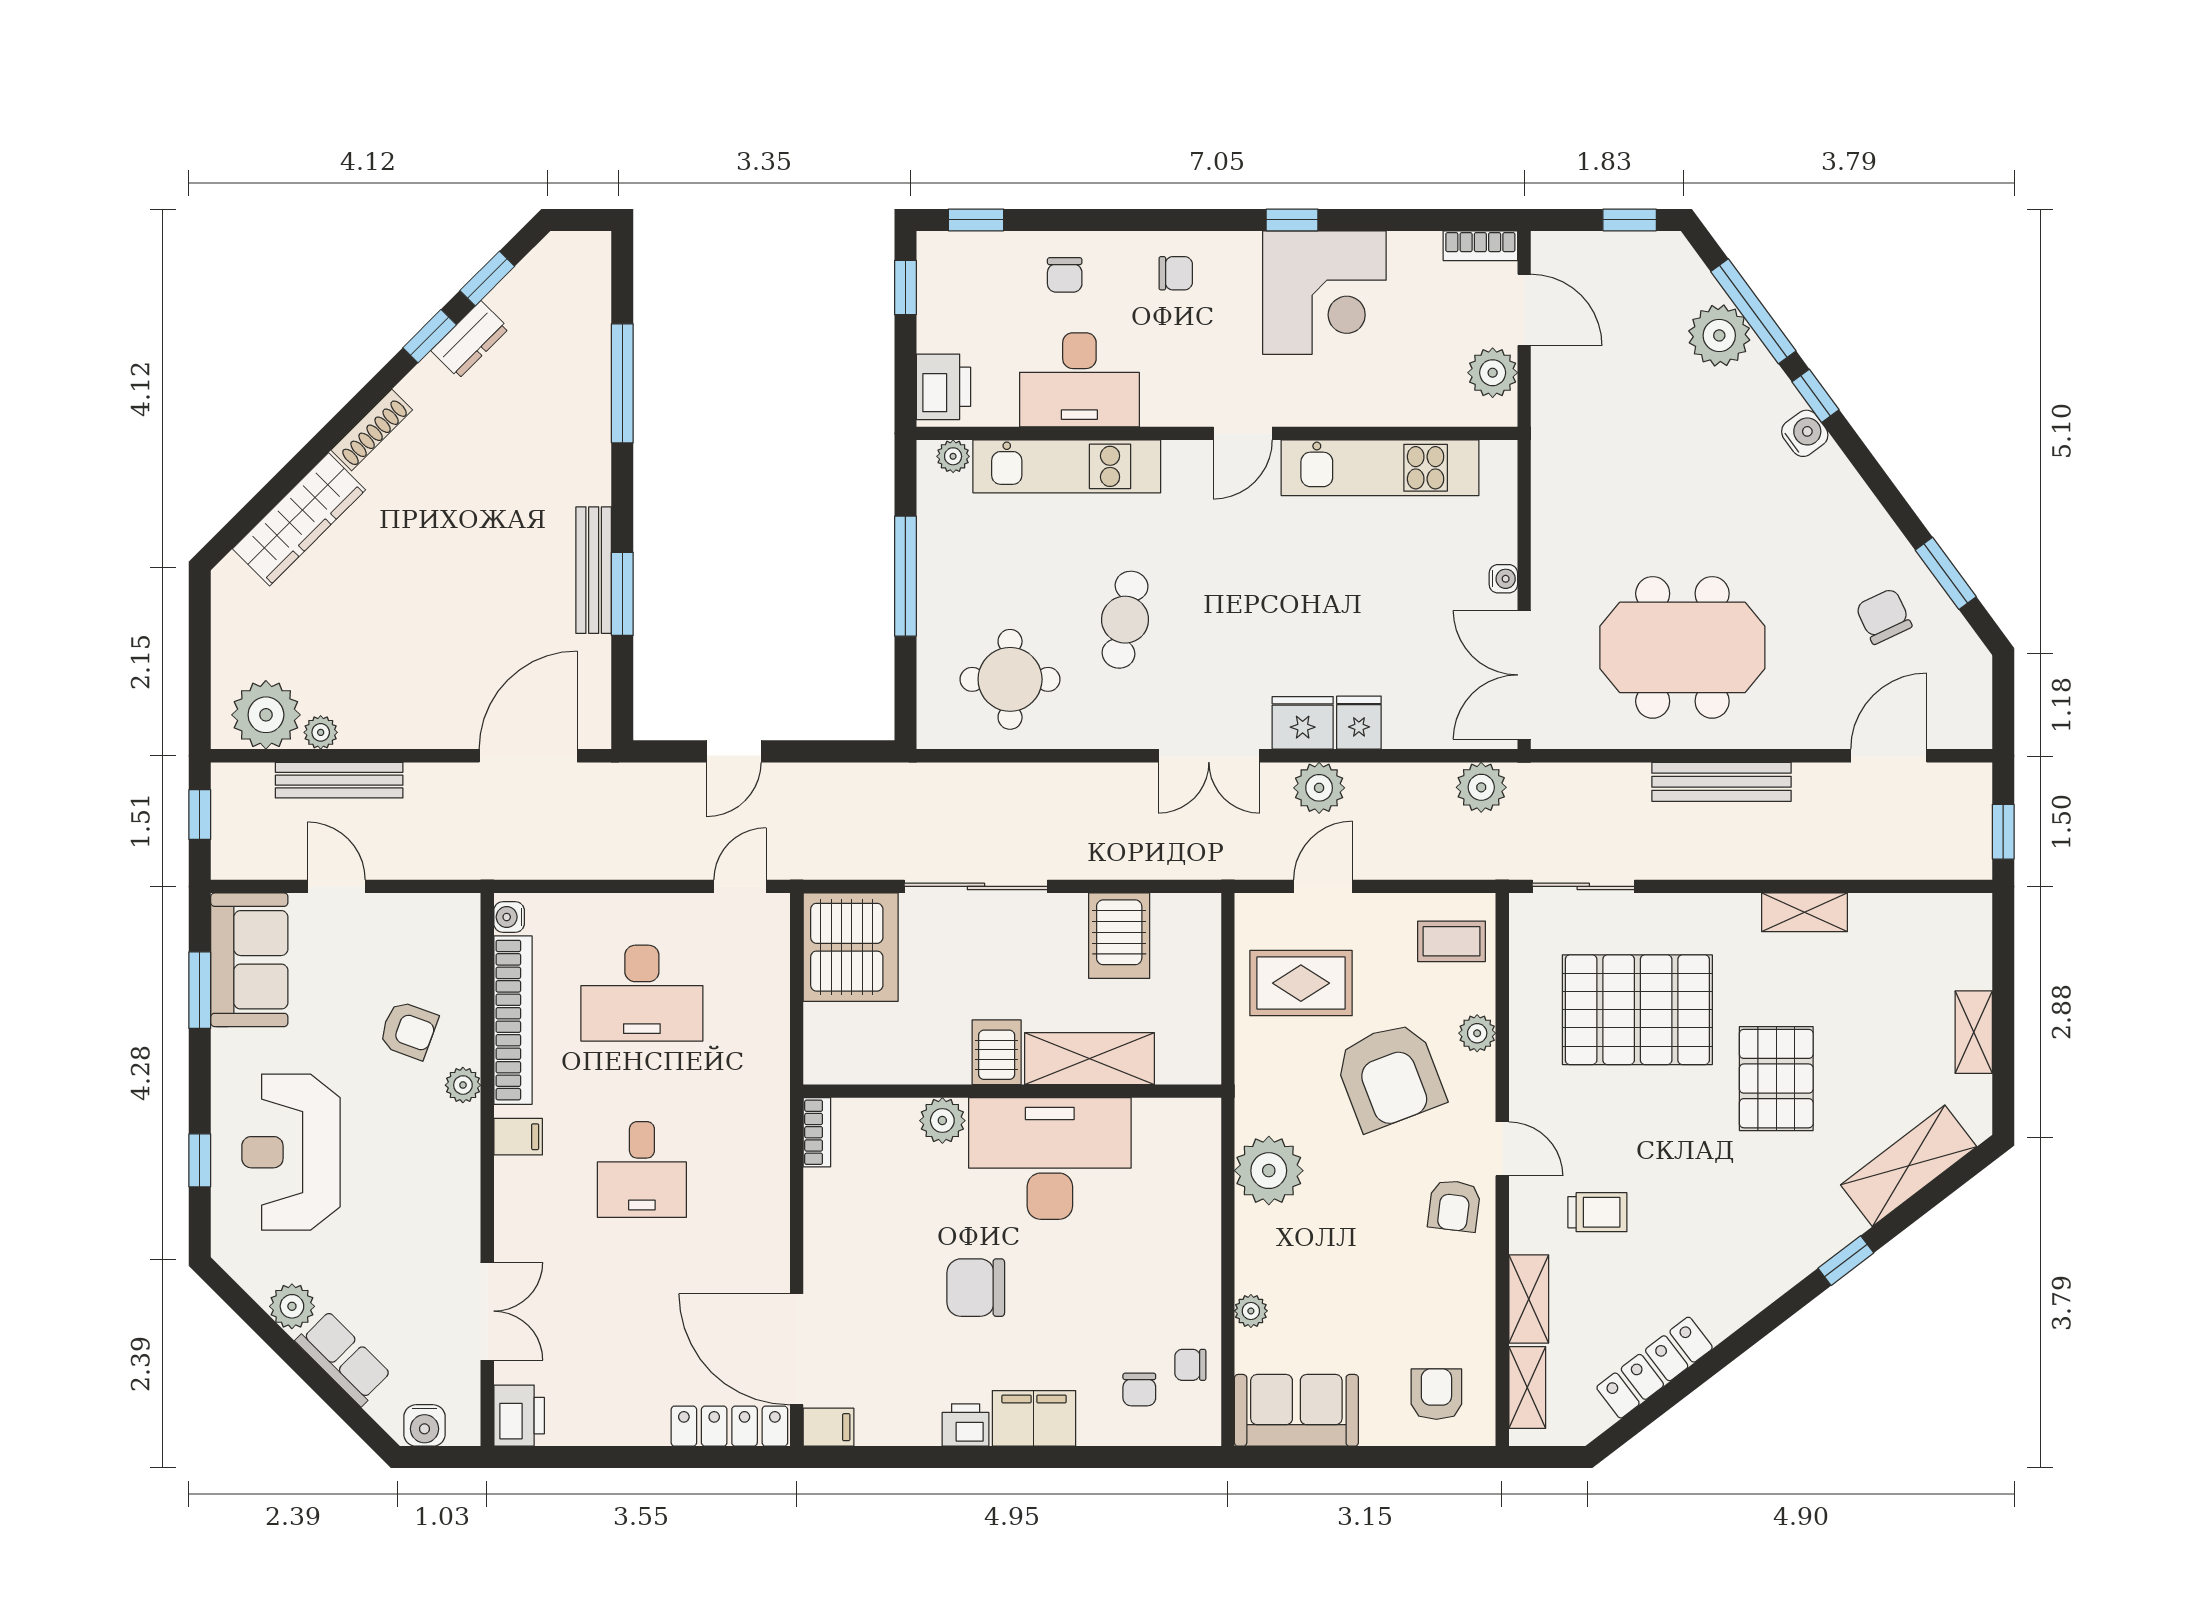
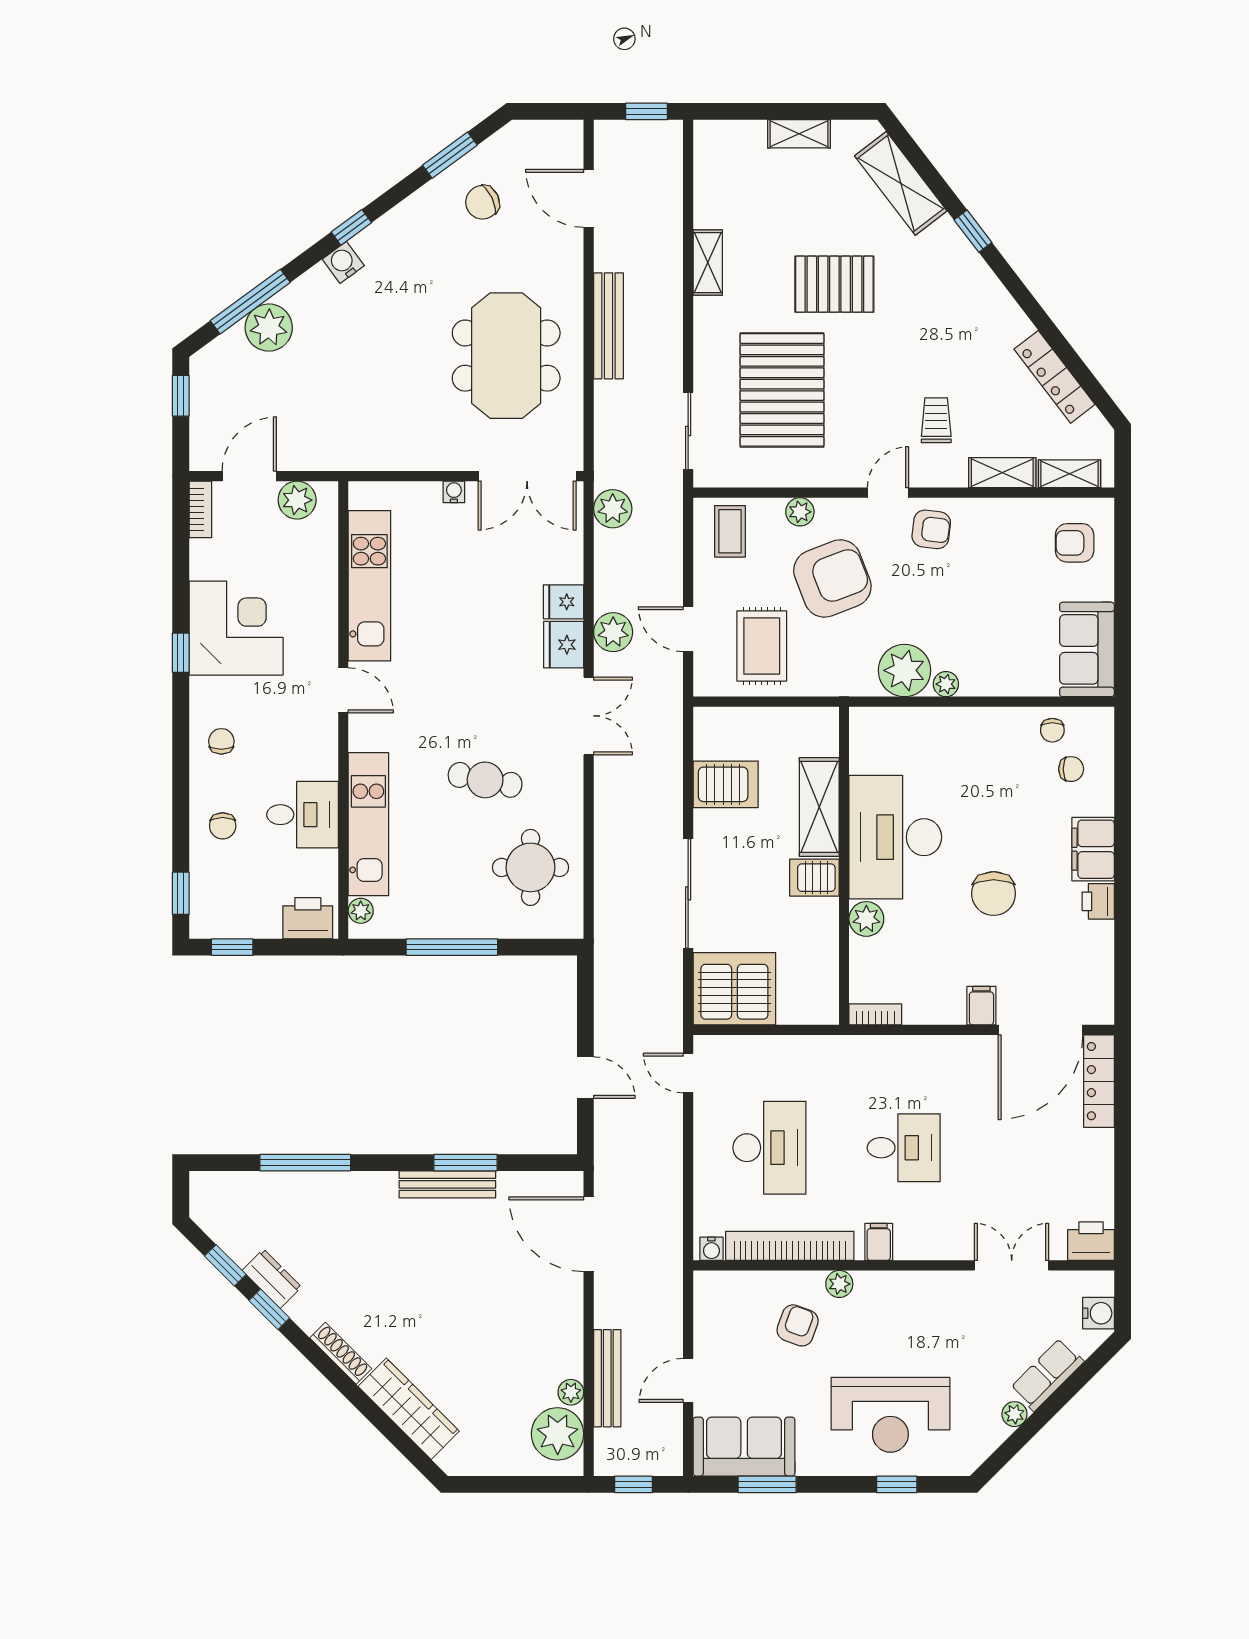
chair: (1065, 275) -> (223, 826), turned 90
desk: (1079, 380) -> (302, 815), width x0.73
window: (1815, 396) -> (351, 227), moved
plant: (292, 1306) -> (1014, 1414), width x0.73, depth x0.73
plant: (1251, 1311) -> (946, 684), moved
filing cabinet: (828, 1427) -> (981, 1006), moved

